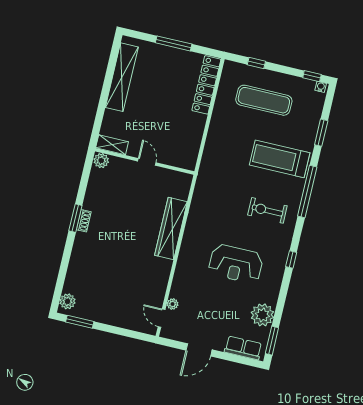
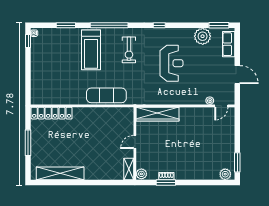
window: (256, 63) -> (28, 82), removed
exercise mat: (264, 100) -> (106, 95), moved, turned 90
shelving: (112, 145) -> (129, 169), moved
plant: (101, 161) -> (141, 174), moved
wall: (145, 161) -> (135, 143), moved
door: (147, 162) -> (135, 142), moved

